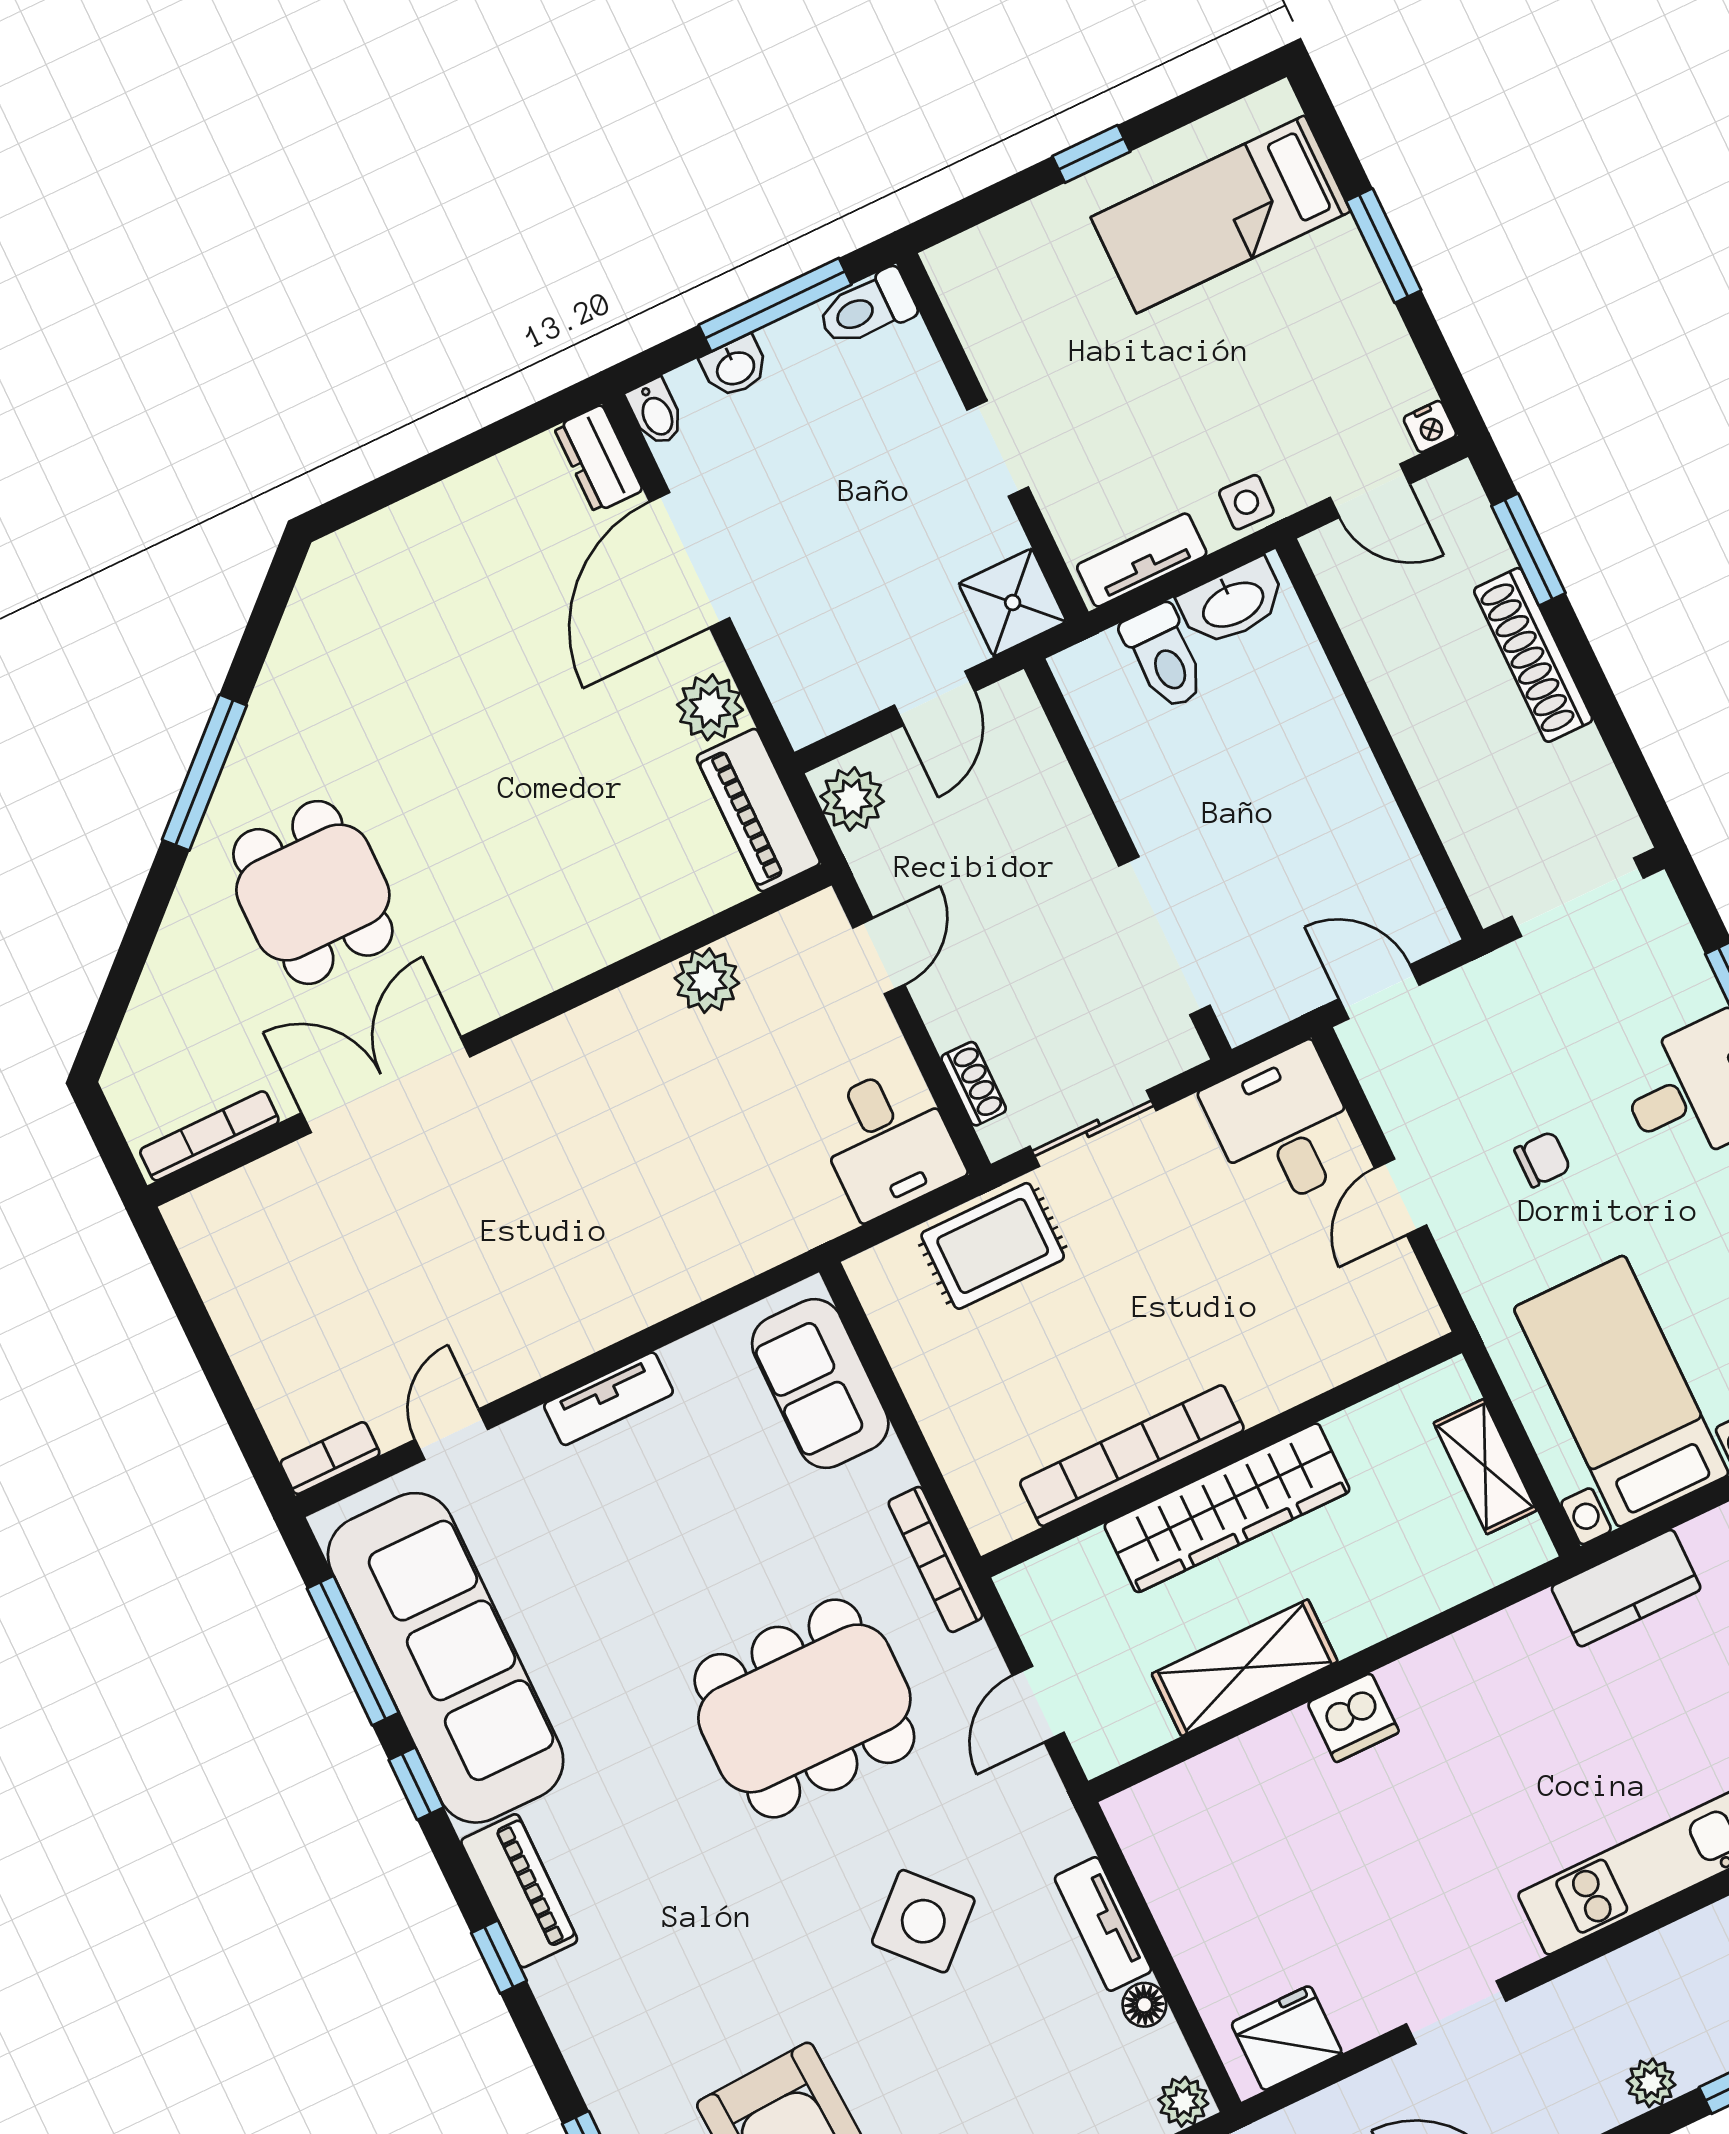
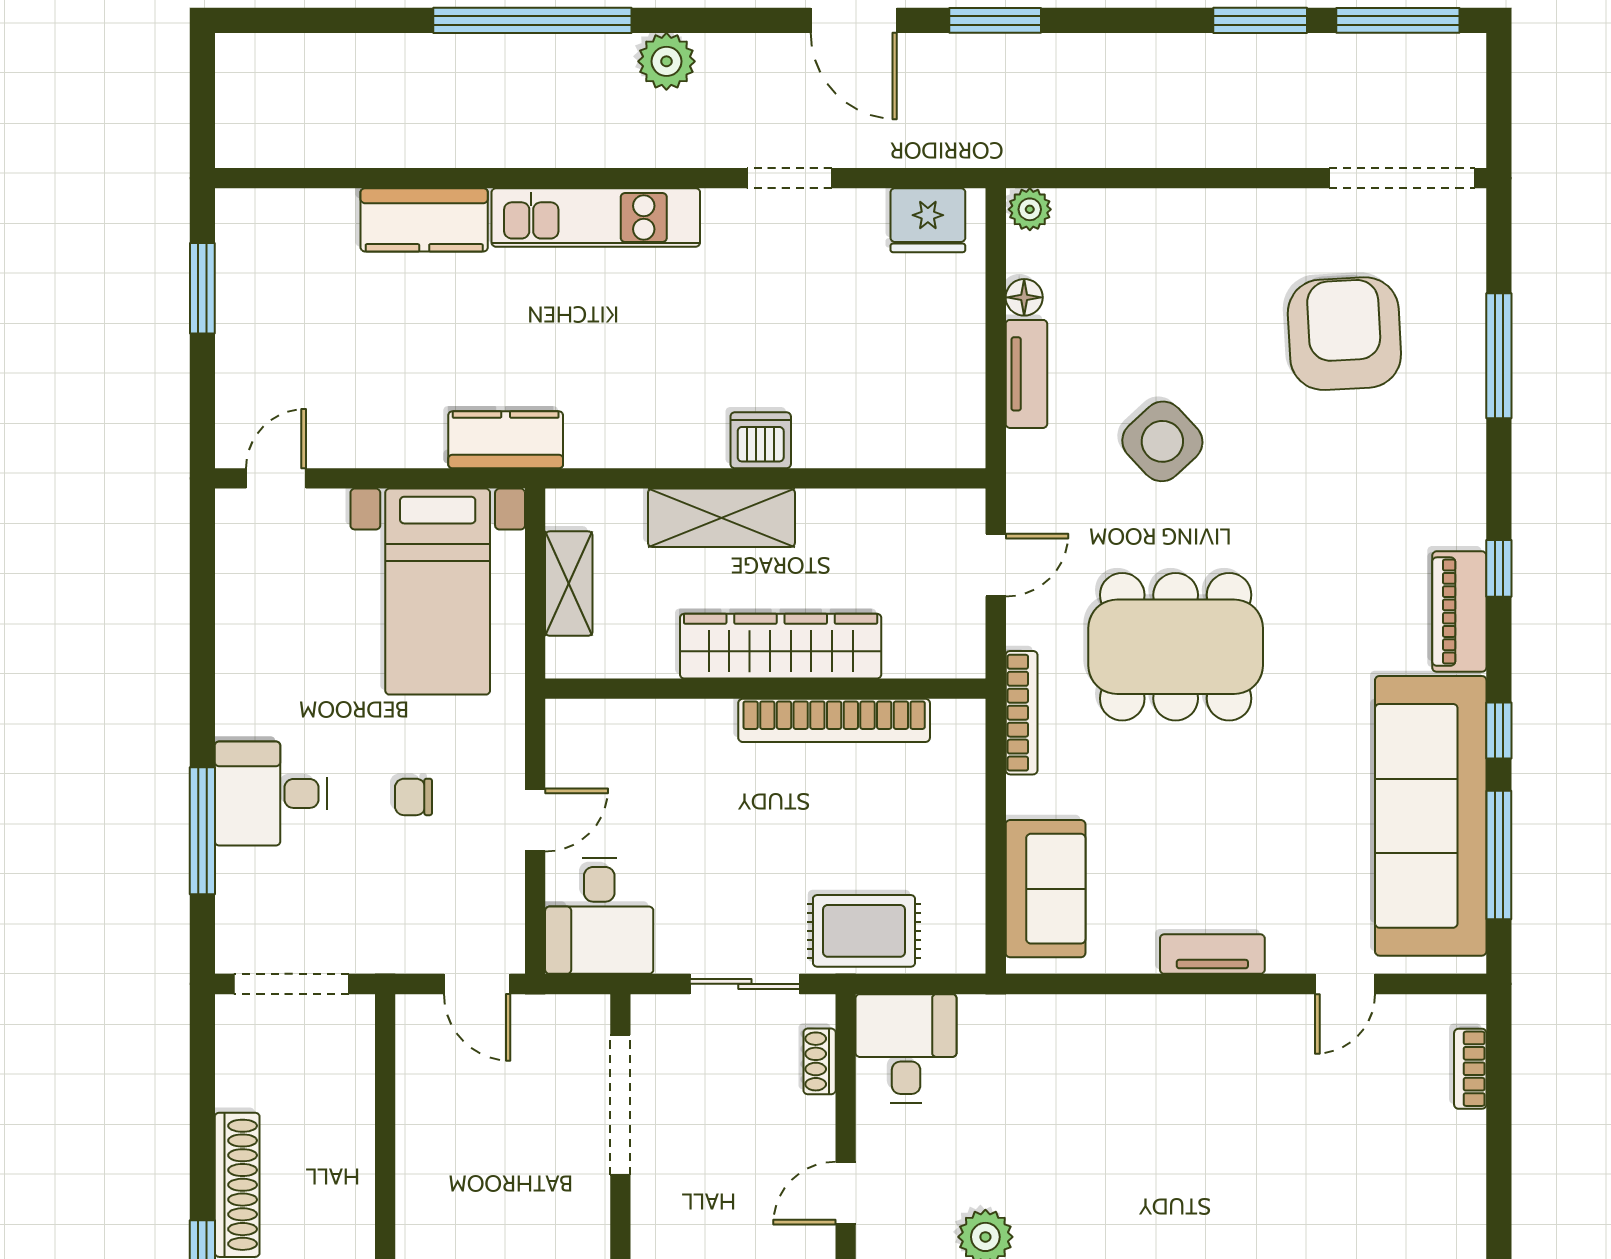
bookcase: (330, 1458) -> (1470, 1069), moved, turned 90
shelving: (1245, 1668) -> (721, 518), moved
plant: (1651, 2083) -> (666, 61), width x1.38, depth x1.38

